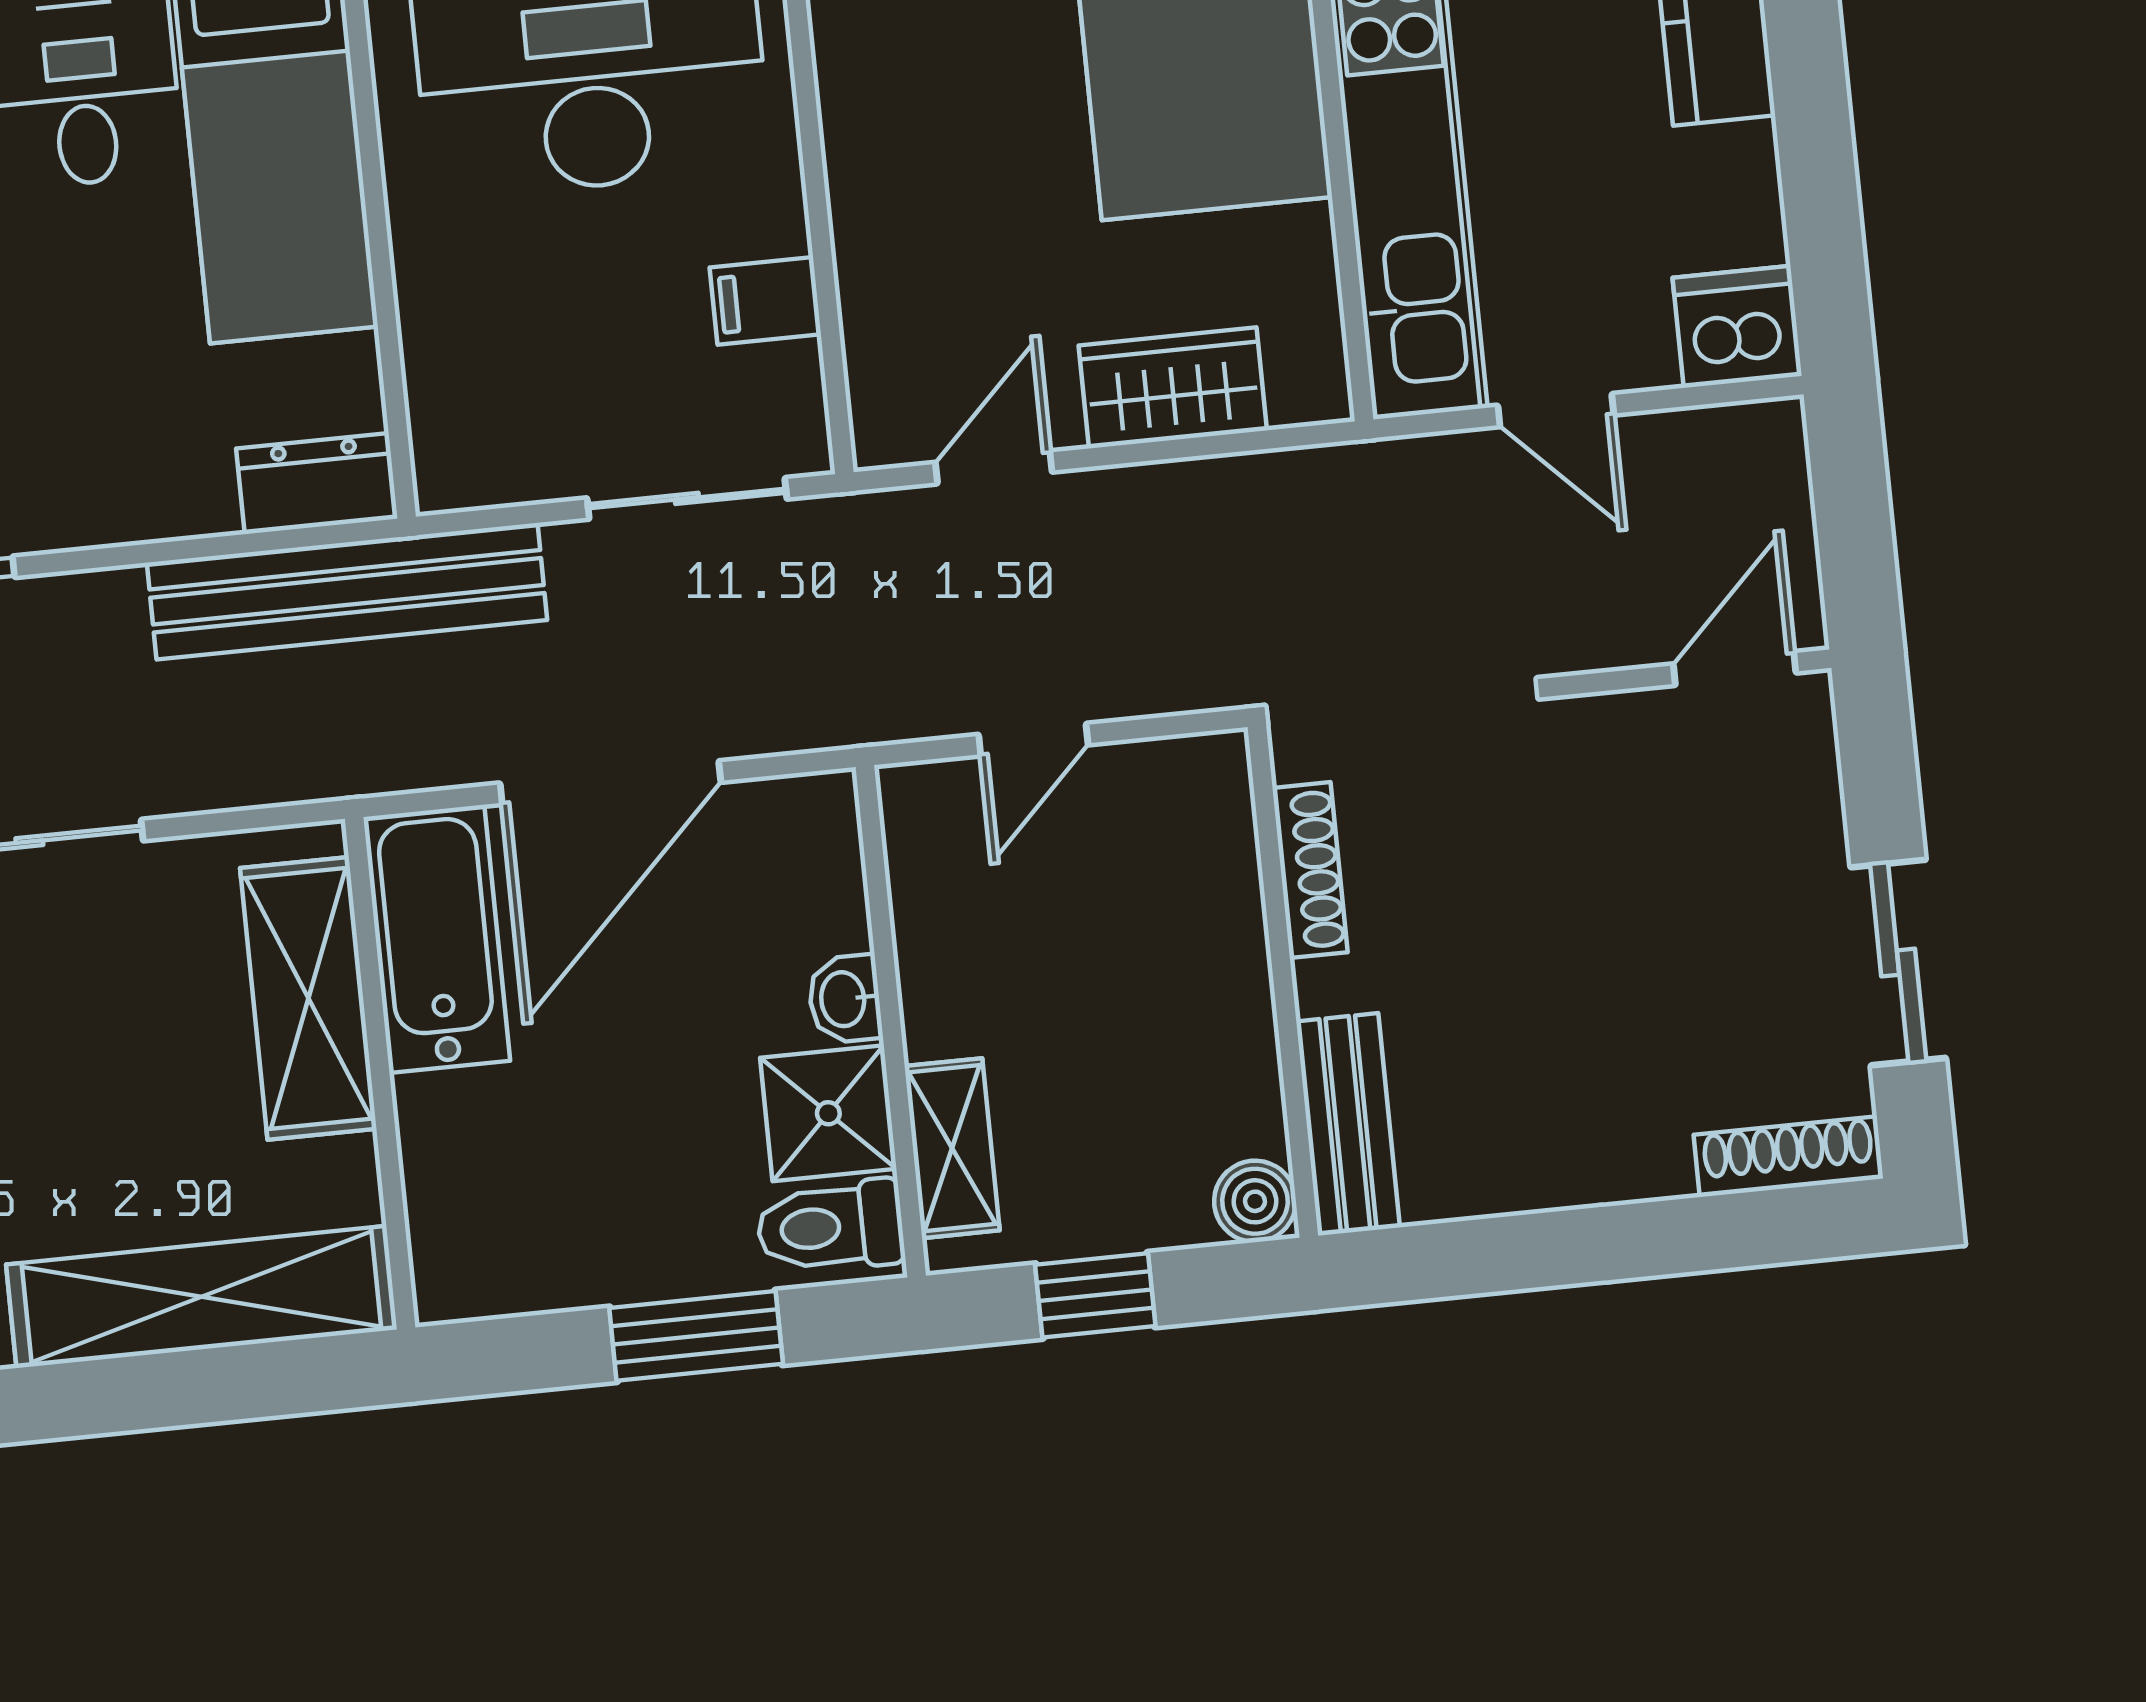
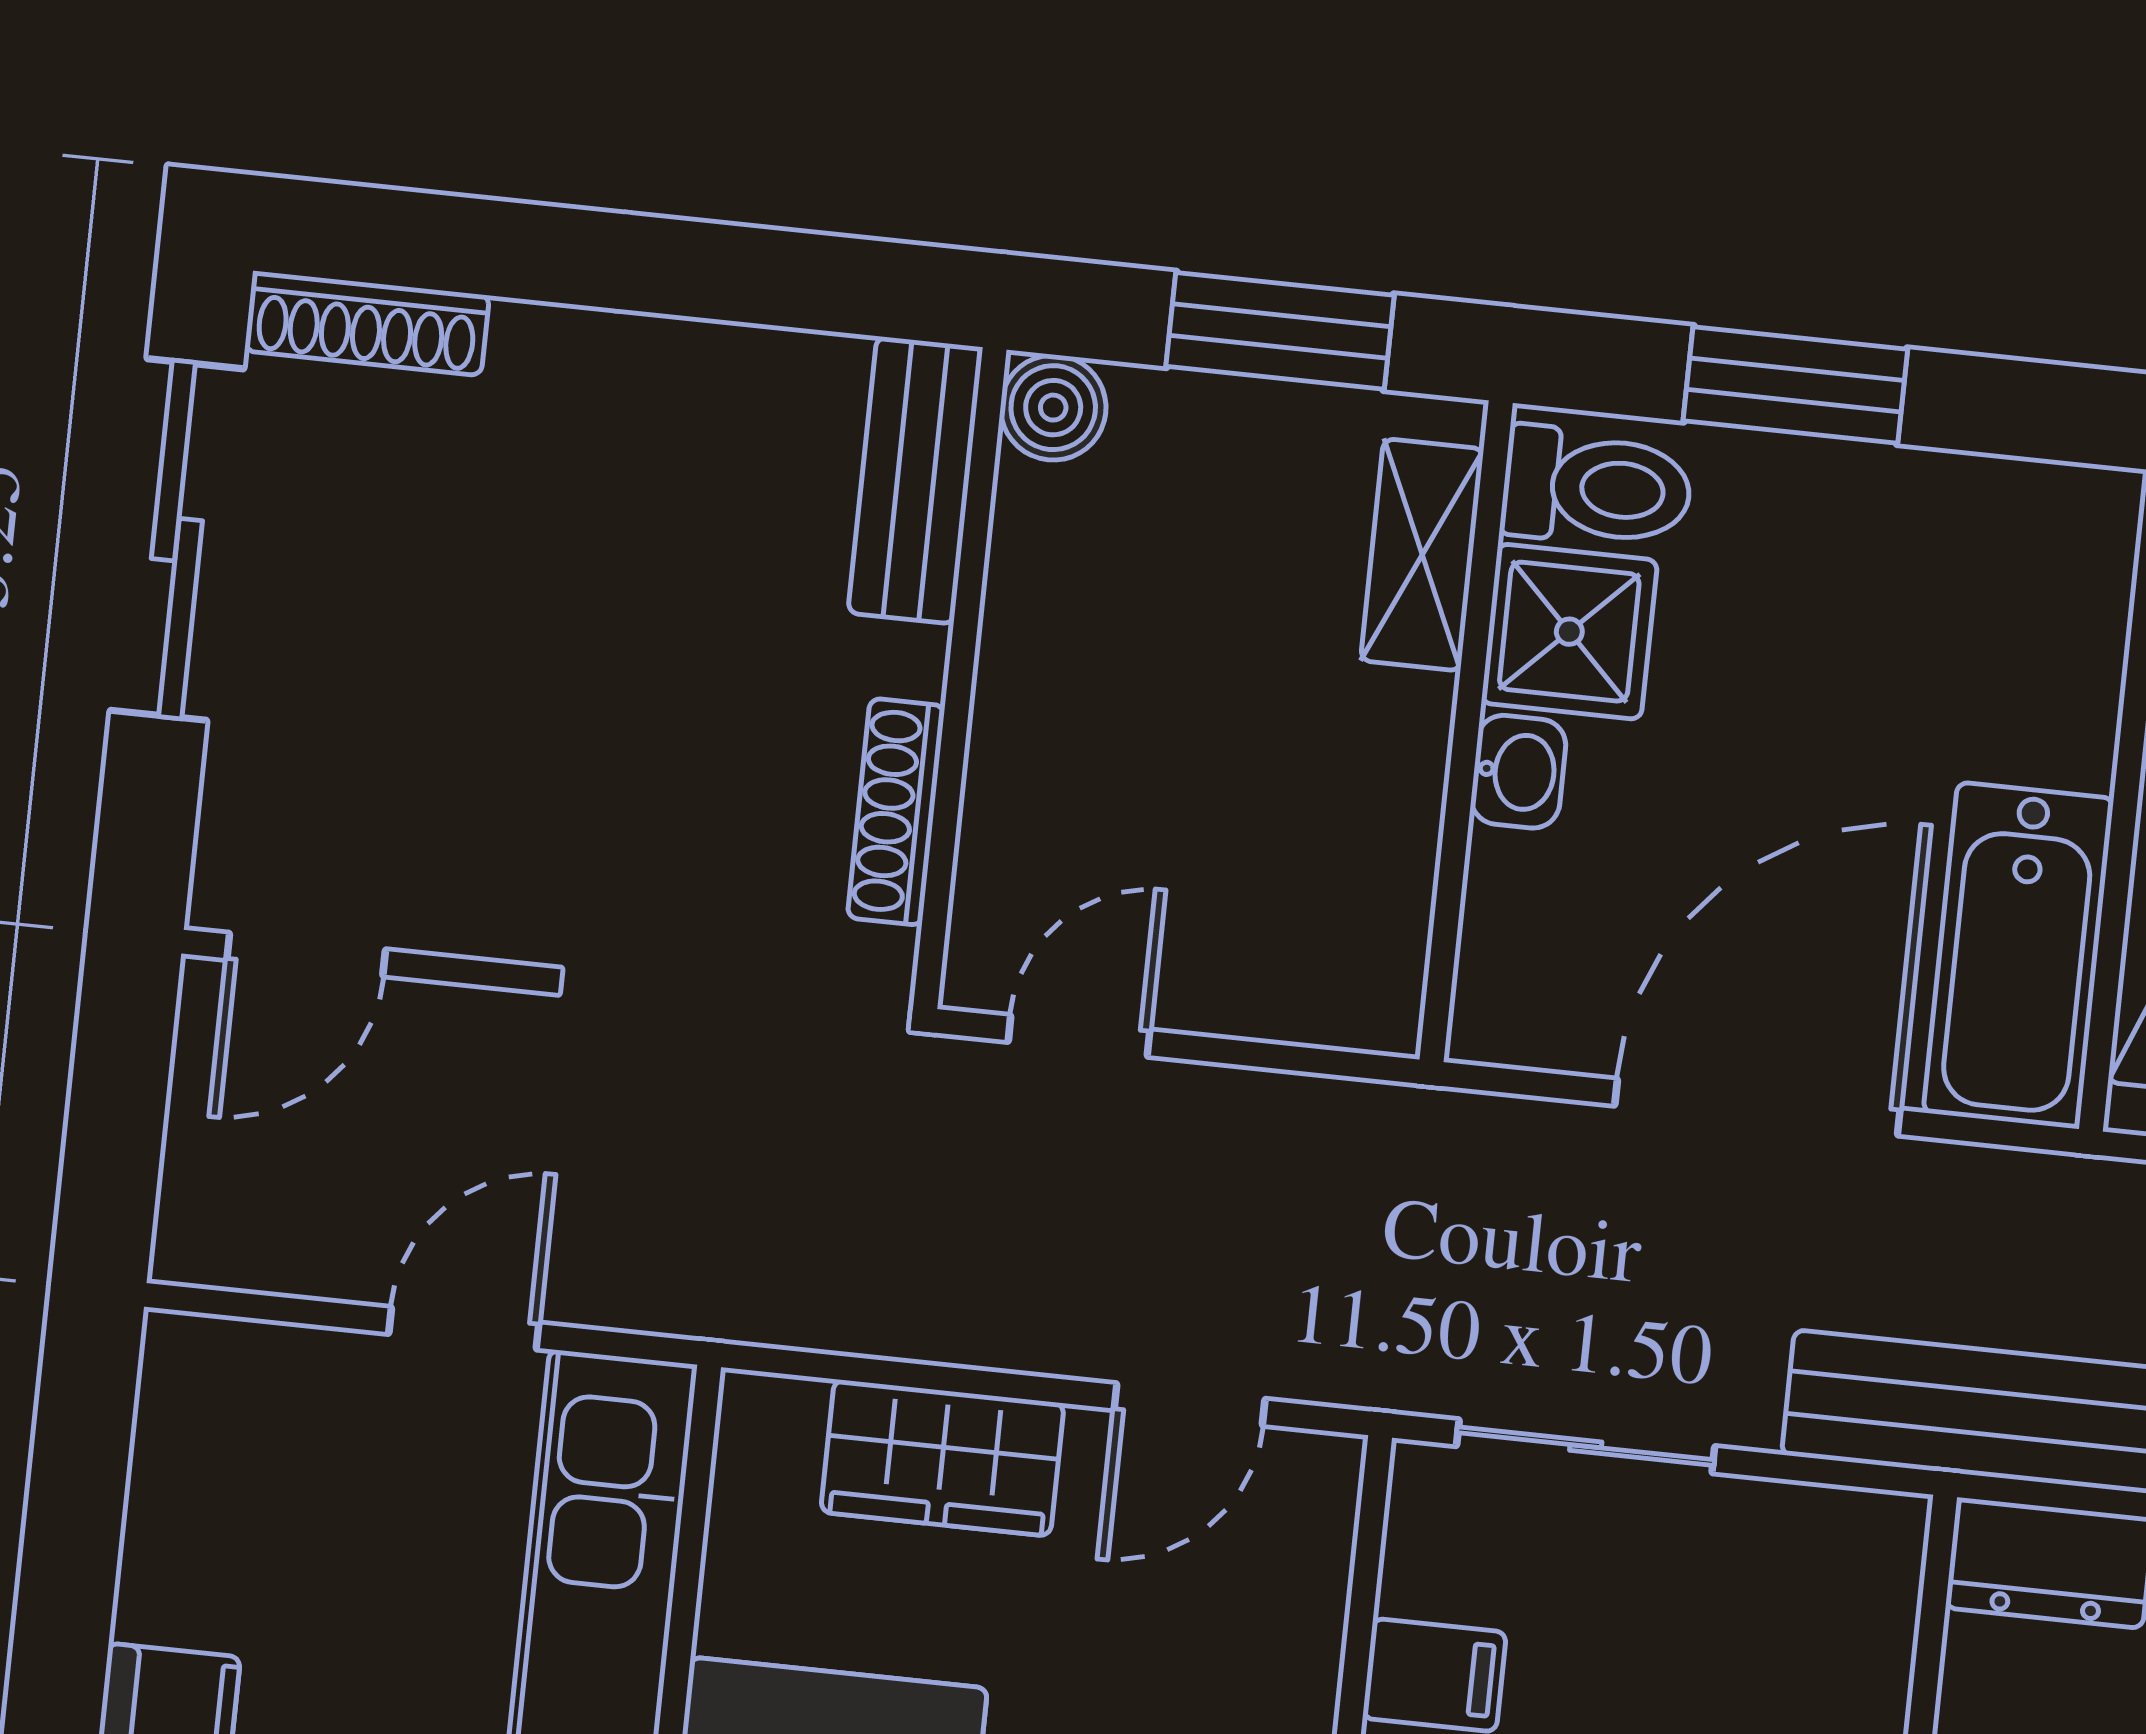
dishwasher: (1737, 327) -> (213, 1386), removed
door: (1556, 410) -> (464, 1328), hinge flipped
door: (1033, 740) -> (1079, 1036), moved
sliding door: (1898, 963) -> (177, 540), width x1.37
window: (1095, 1295) -> (1280, 331), width x1.50

